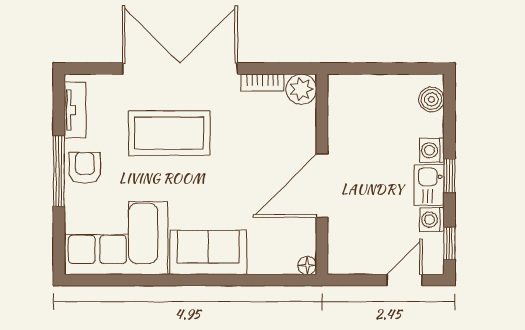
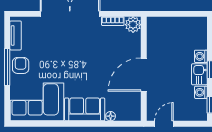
boiler: (431, 99) -> (201, 30), removed
coffee table: (169, 133) -> (64, 47), removed
floor lamp: (307, 265) -> (111, 116), moved
door: (405, 280) -> (164, 124), moved

